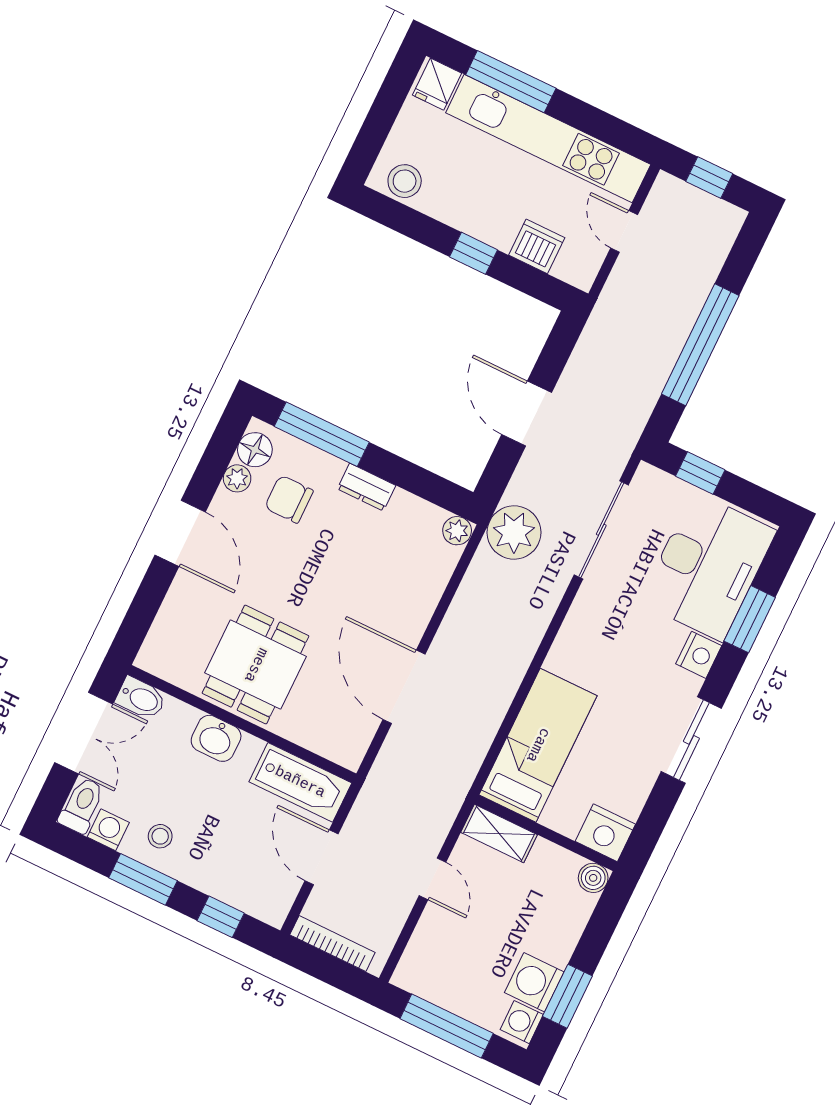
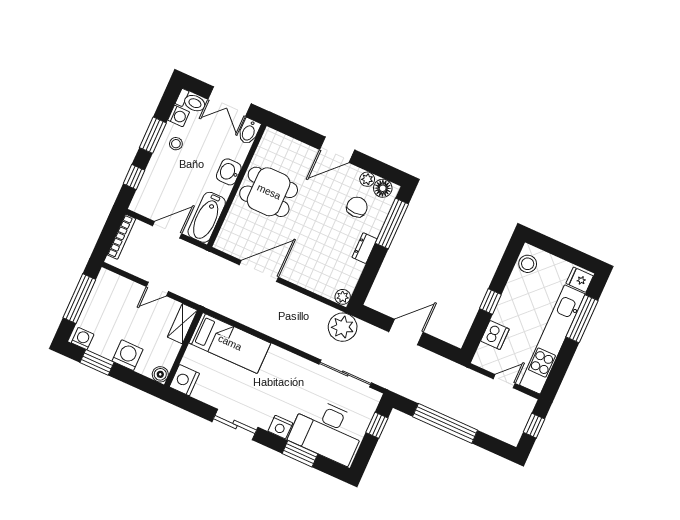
washing machine: (534, 982) -> (128, 355), moved

